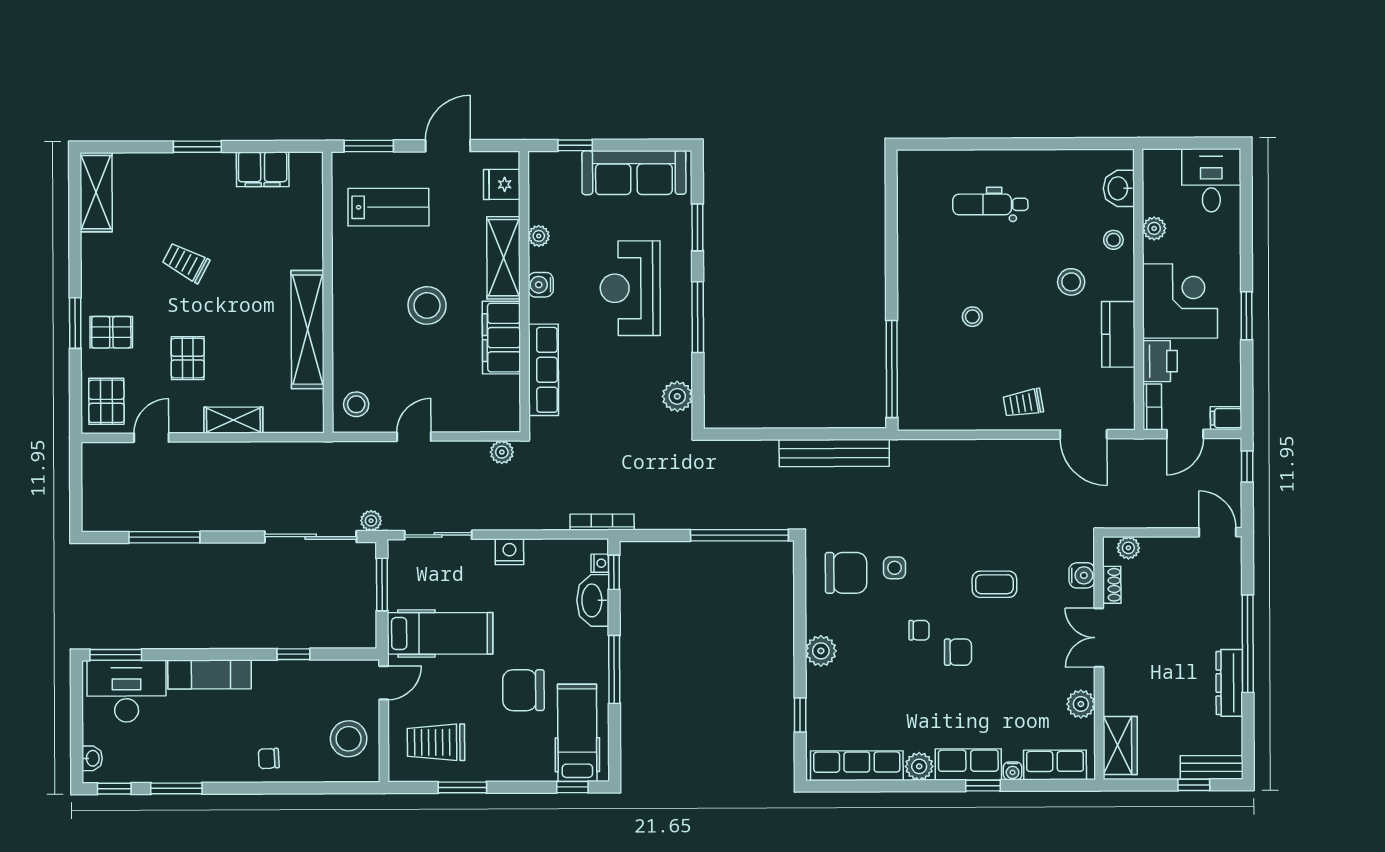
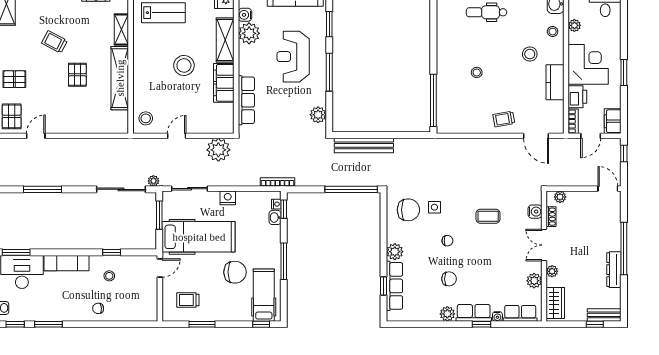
plant: (539, 236) -> (249, 33), width x1.88, depth x1.88
water cooler: (541, 285) -> (245, 15), moved
pallet: (188, 358) -> (77, 75), moved
filing cabinet: (1226, 418) -> (613, 121), width x2.00
shelving: (233, 420) -> (121, 30), moved, turned 90
plant: (502, 452) -> (218, 150), width x1.88, depth x1.88
bench: (834, 453) -> (364, 145), moved
washbasin: (593, 600) -> (275, 217), width x0.52, depth x0.69
hospital bed: (440, 633) -> (199, 237), width x1.37, depth x1.29
chair: (958, 652) -> (449, 279), moved
plant: (1114, 686) -> (552, 271), added
chair: (523, 690) -> (235, 272), turned 180
stool: (349, 739) -> (109, 276), moved, width x0.53, depth x0.53
trolley: (436, 742) -> (188, 300), width x0.73, depth x0.72
row of seats: (857, 766) -> (394, 286), moved, turned 90

